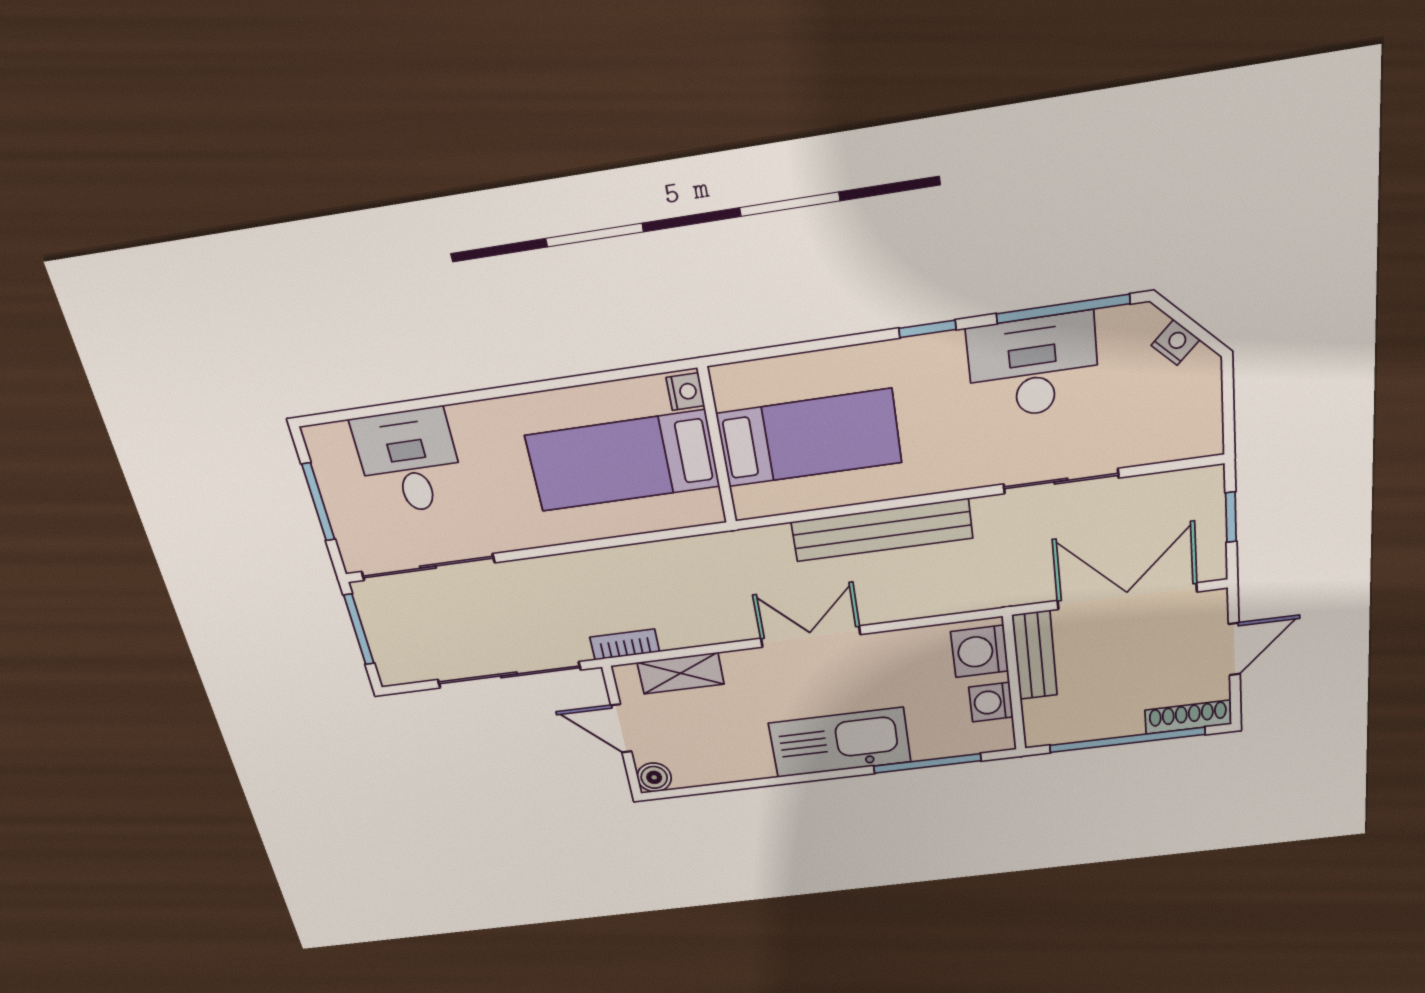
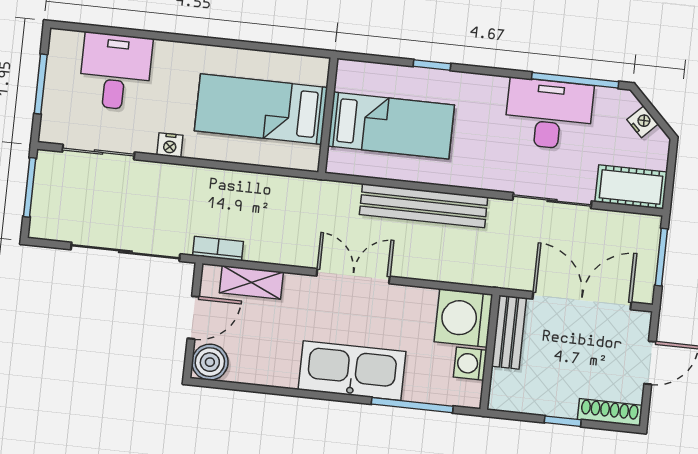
window: (927, 329) -> (432, 65), moved
nightstand: (685, 392) -> (170, 145), moved, turned 90
cot: (1173, 436) -> (631, 187), added
window: (1231, 517) -> (661, 257), width x1.50
sliding door: (428, 567) -> (98, 152), width x0.73
washing machine: (980, 651) -> (463, 318), width x1.37, depth x1.37
door: (621, 728) -> (193, 318), swing flipped
window: (1127, 740) -> (563, 421), width x0.32
boiler: (654, 777) -> (210, 362), width x1.36, depth x1.36

